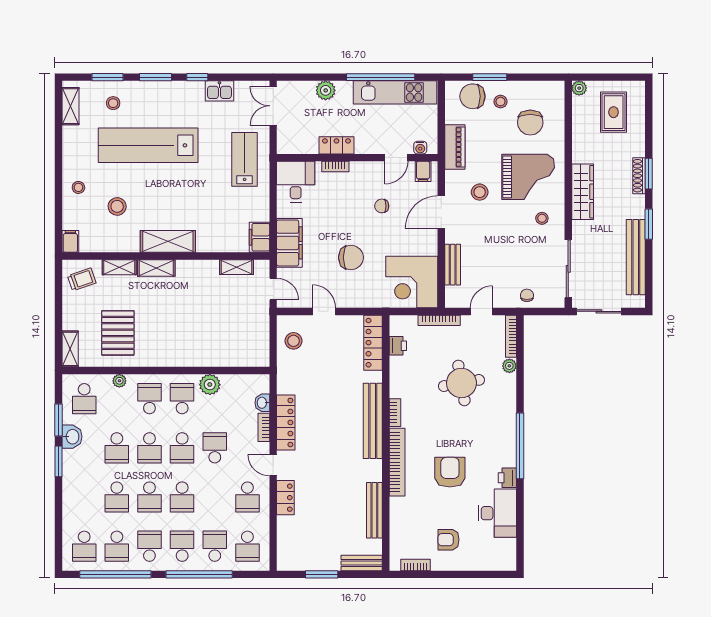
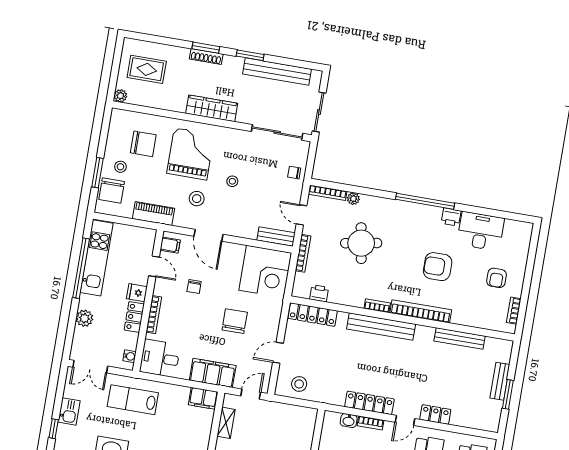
fridge: (364, 144) -> (137, 293), added
water cooler: (420, 148) -> (130, 356), moved
bookcase: (335, 167) -> (154, 315), width x1.56
stool: (542, 218) -> (232, 181), moved
bench: (453, 265) -> (276, 236), moved
bench: (362, 563) -> (500, 381), moved

